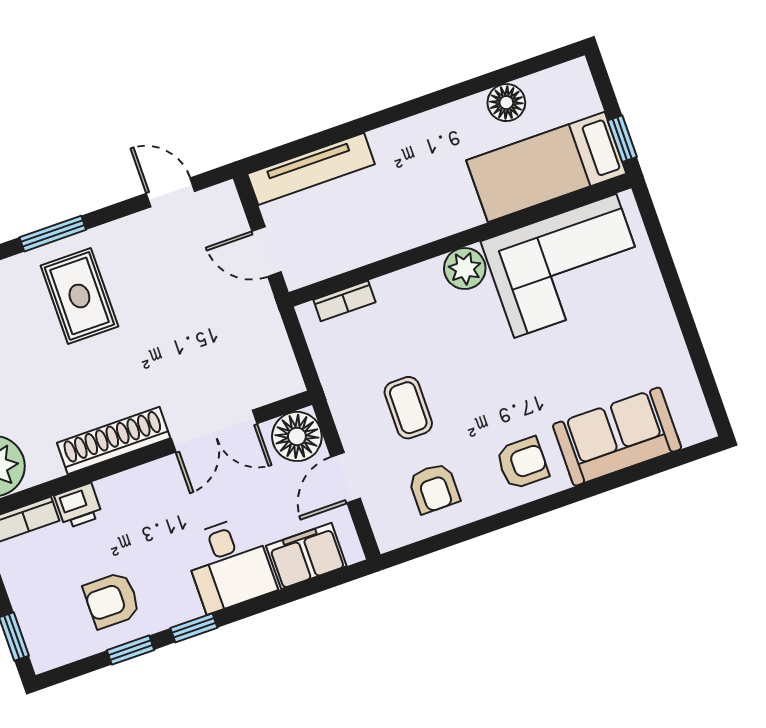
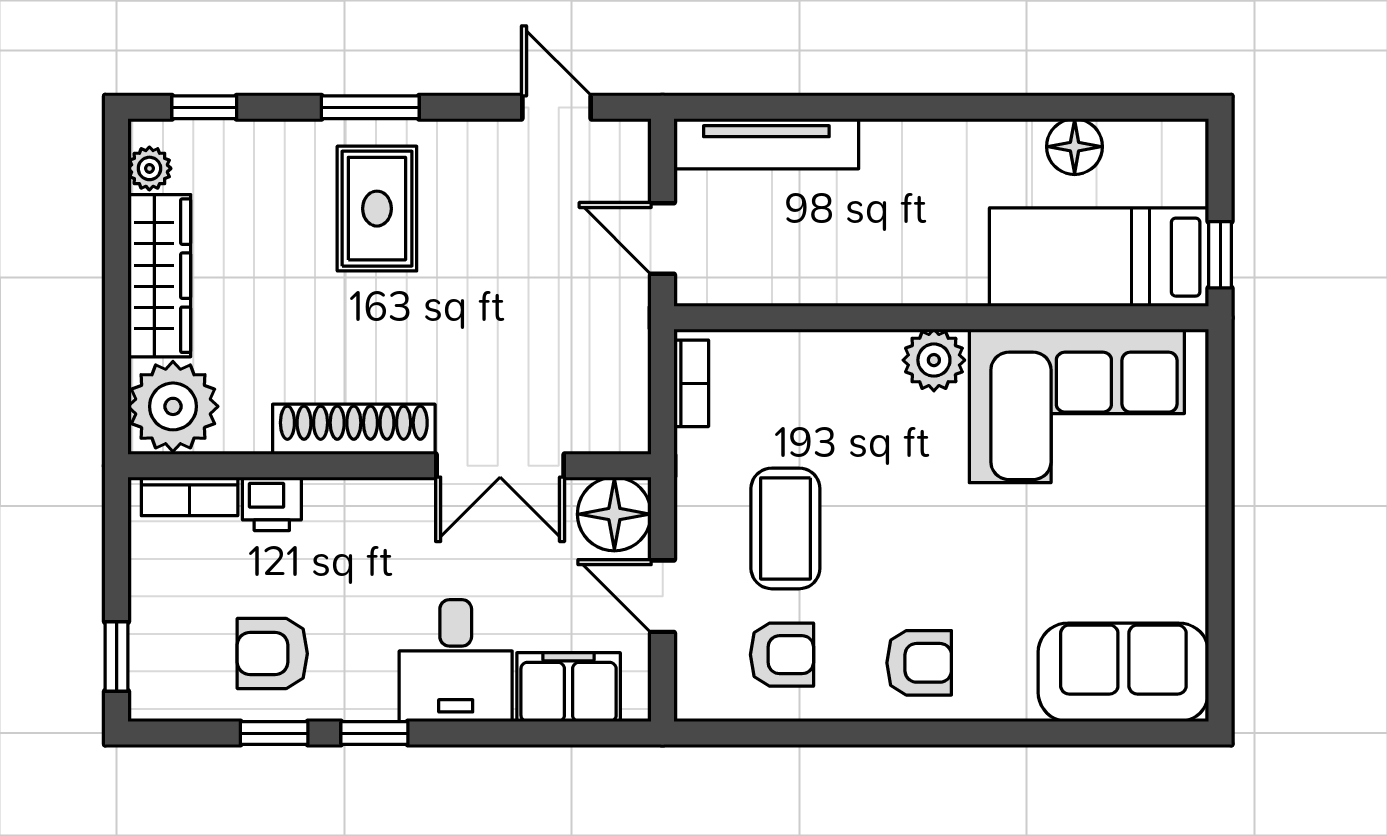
bookcase: (344, 301) -> (691, 383), moved, turned -90
coffee table: (408, 408) -> (785, 528), width x1.36, depth x1.30
sofa: (617, 437) -> (1123, 672), moved
door: (346, 478) -> (663, 596), hinge flipped
armchair: (434, 488) -> (782, 655), turned -90

